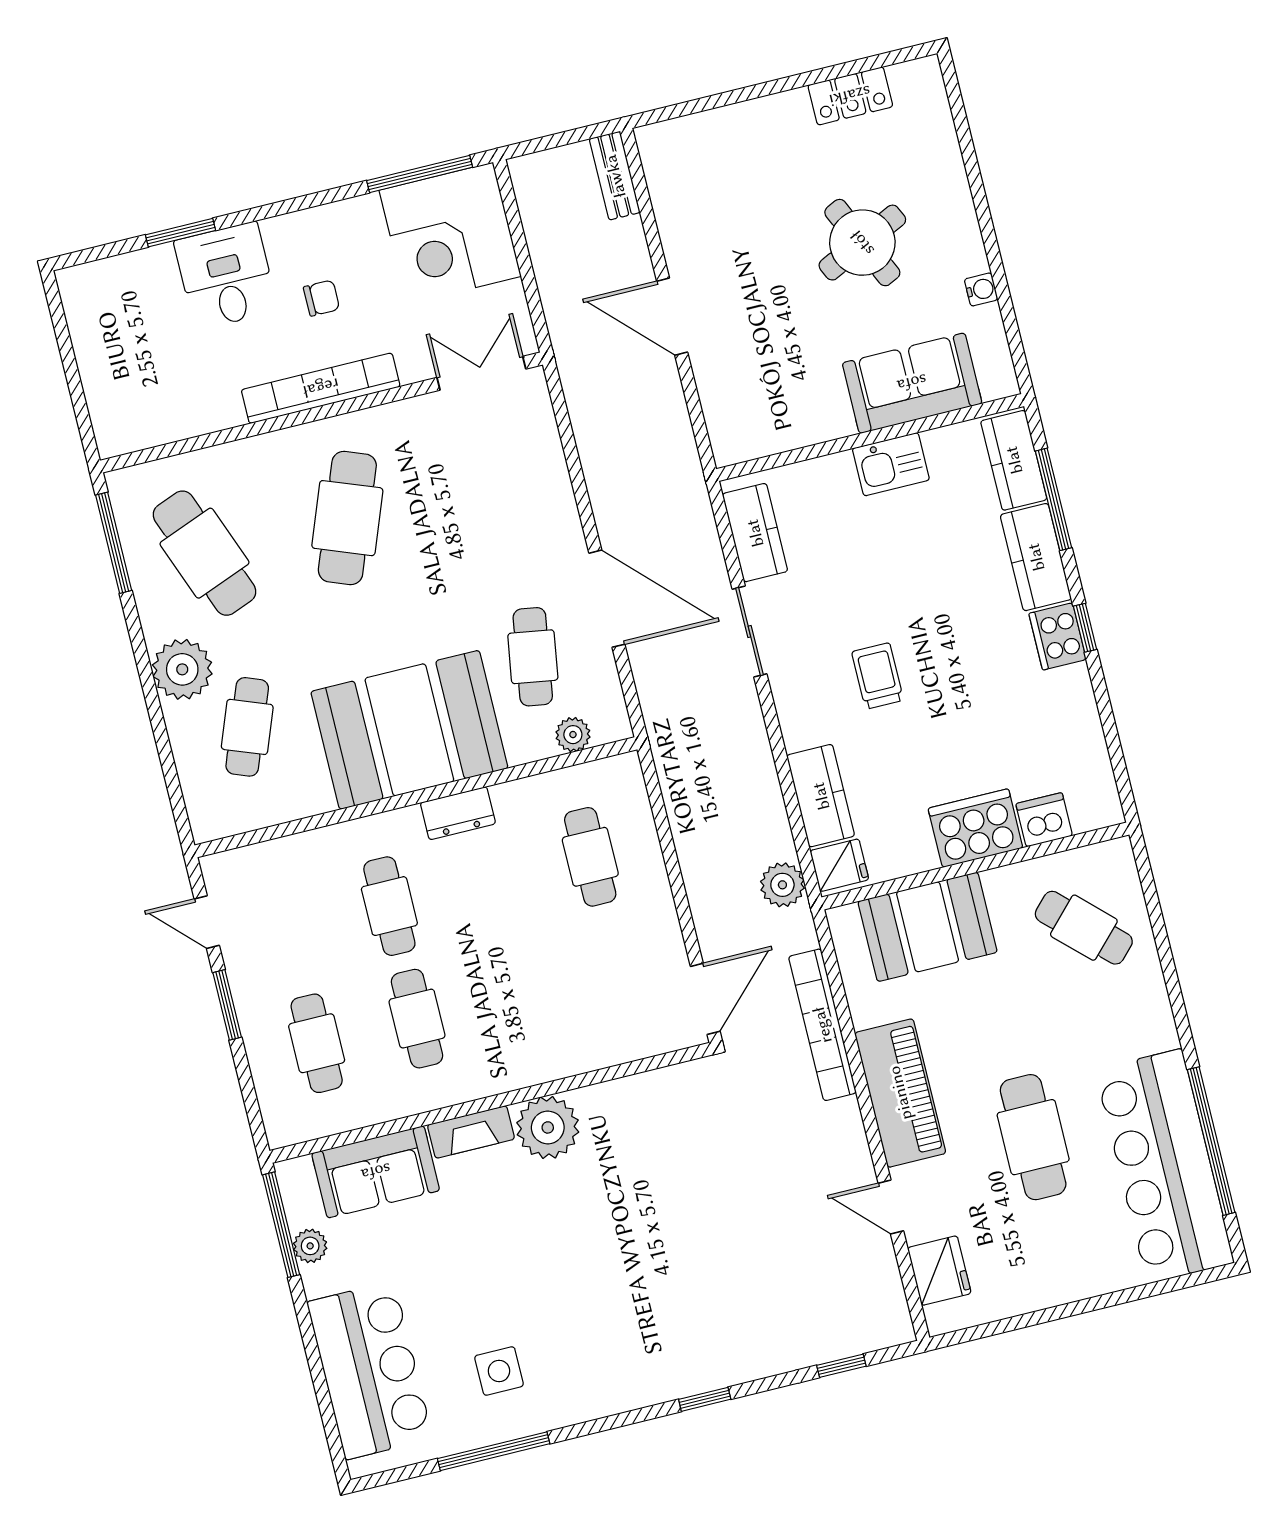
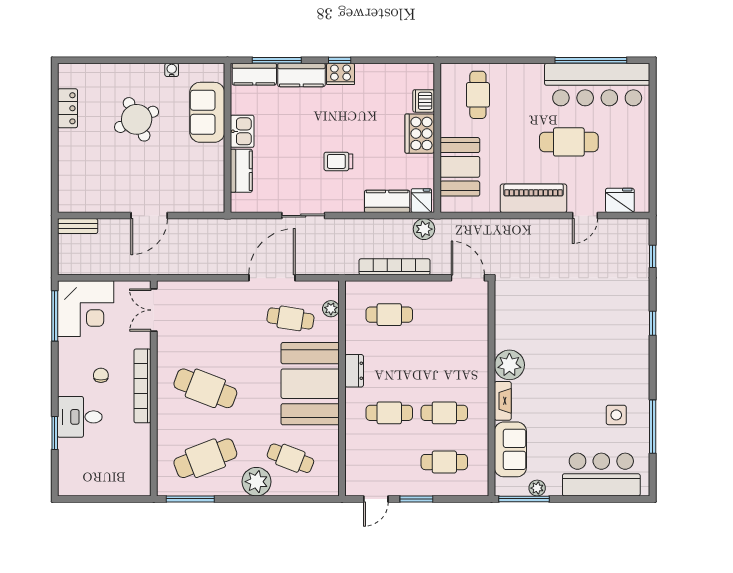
kitchen counter: (755, 533) -> (241, 171), moved, turned 90
cafe table: (1084, 928) -> (478, 95), turned -44
bookcase: (822, 1025) -> (395, 267), moved, turned 180

